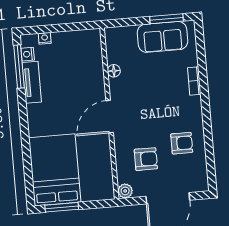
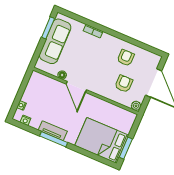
sofa: (163, 37) -> (55, 41), width x1.36
window: (19, 67) -> (54, 139), moved
tv unit: (32, 82) -> (53, 131), moved
door: (110, 117) -> (76, 87), moved

